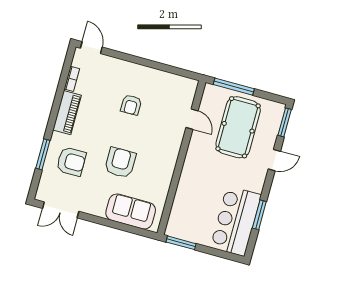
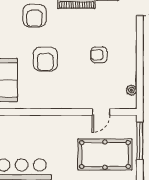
plant: (178, 81) -> (131, 90), added
armchair: (120, 163) -> (45, 59), turned 90

